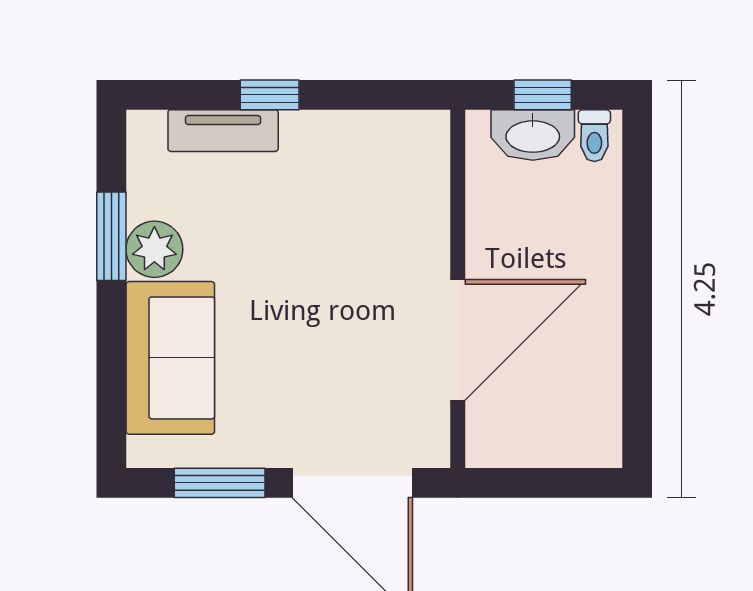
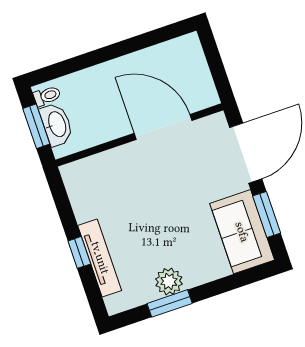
window: (543, 95) -> (36, 126), width x1.50
tv unit: (223, 131) -> (100, 258), width x1.41
sofa: (170, 358) -> (242, 232), moved, turned -90

